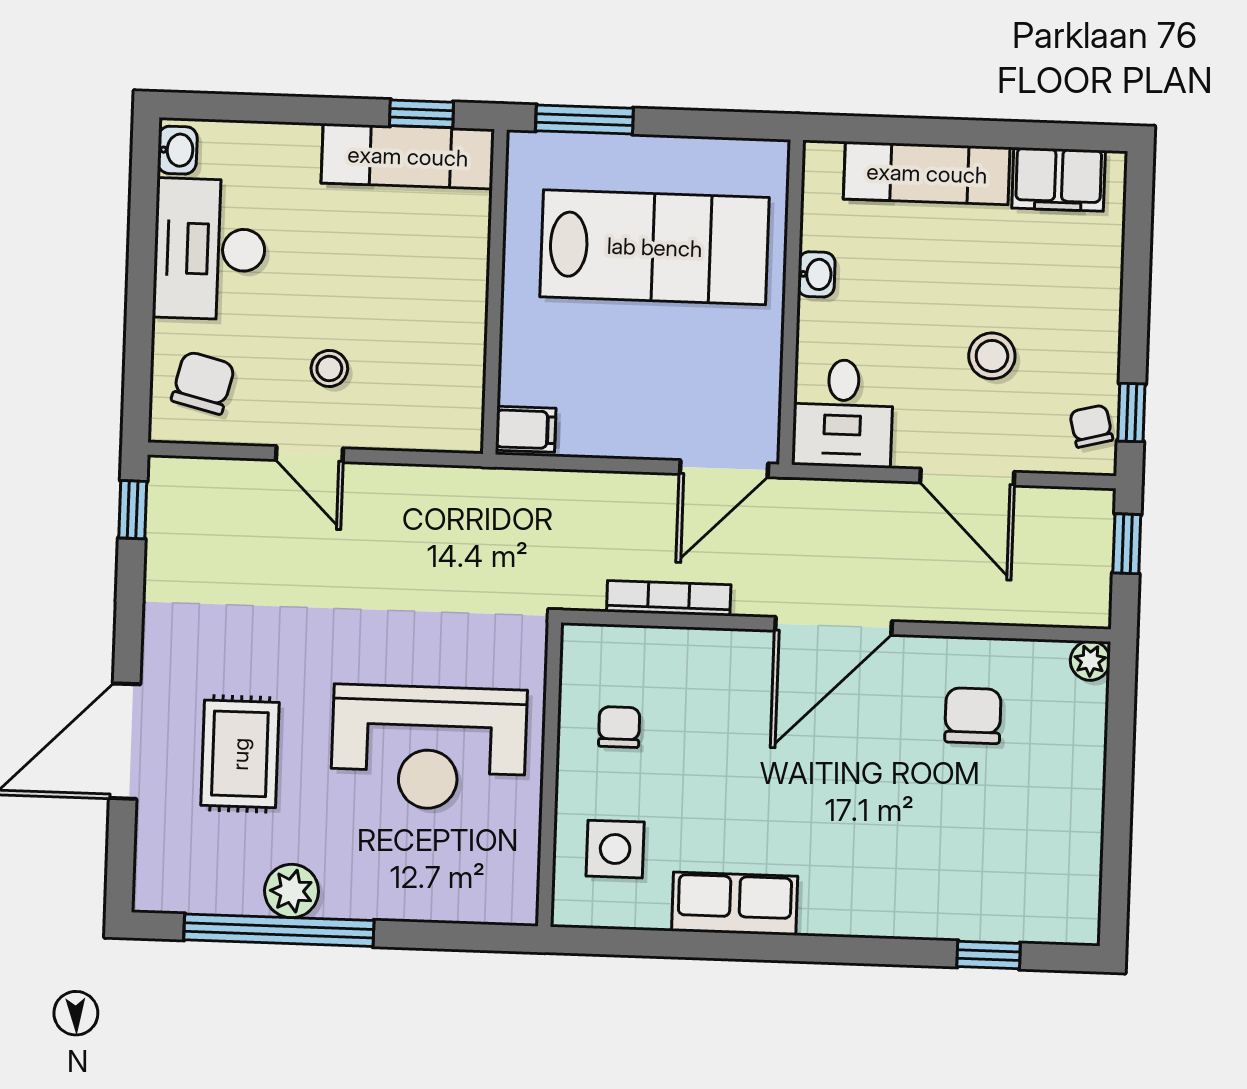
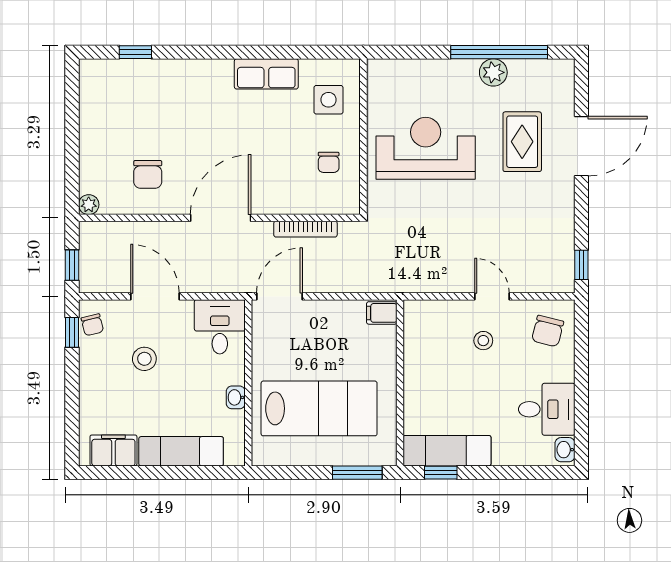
lab bench: (655, 247) -> (319, 408), turned 180
desk: (210, 249) -> (547, 409), width x0.73

